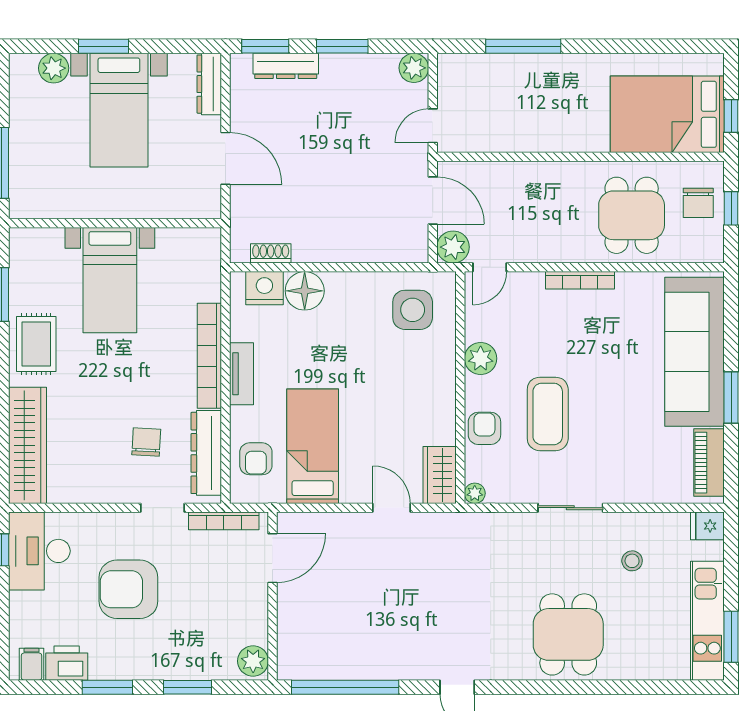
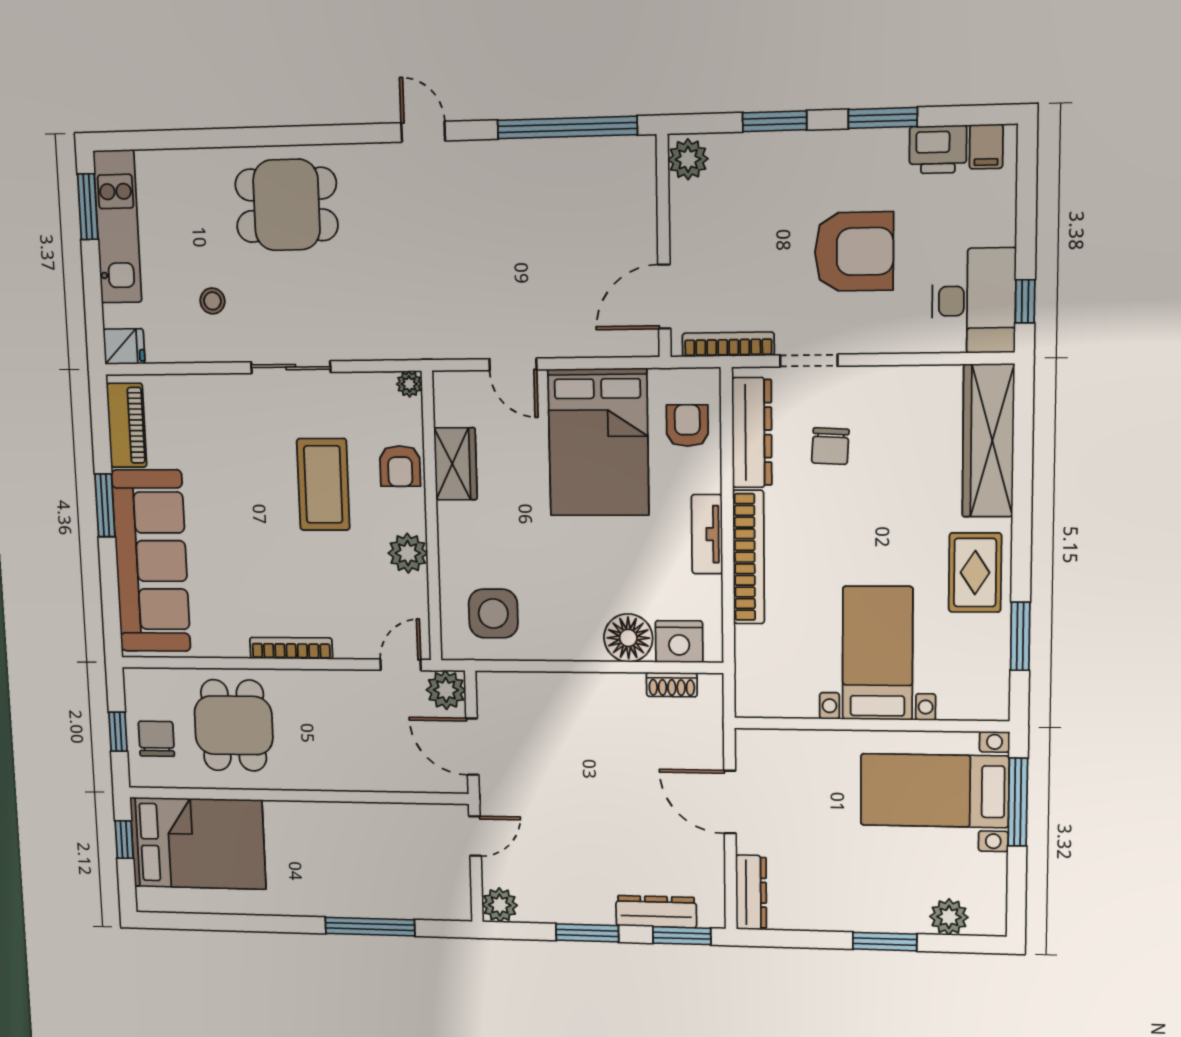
bed with nightstands: (119, 110) -> (934, 791), moved, turned -90
bed: (313, 446) -> (598, 442), width x1.50
wardrobe: (440, 475) -> (456, 464), moved
dining table: (568, 634) -> (287, 205), turned 90

